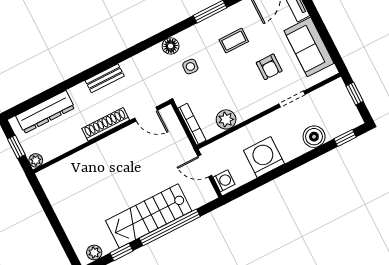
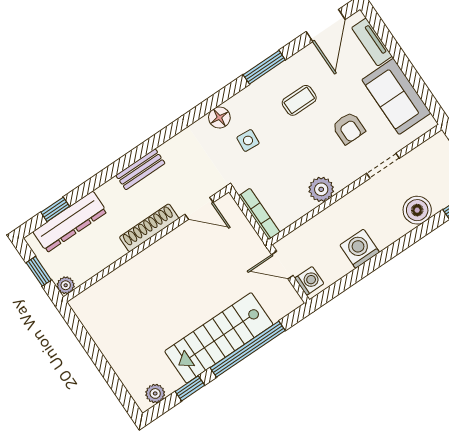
window: (35, 101) -> (55, 209), added
plant: (226, 119) -> (321, 189), moved
washing machine: (264, 157) -> (360, 249), width x0.73, depth x0.73

